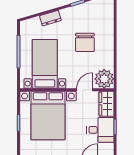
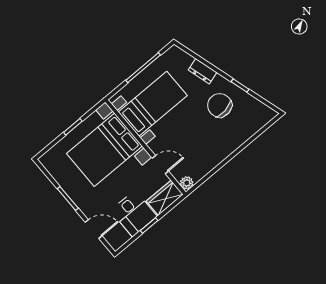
chair: (85, 42) -> (220, 105), moved, turned 81
plant: (104, 79) -> (187, 183), width x0.53, depth x0.53

